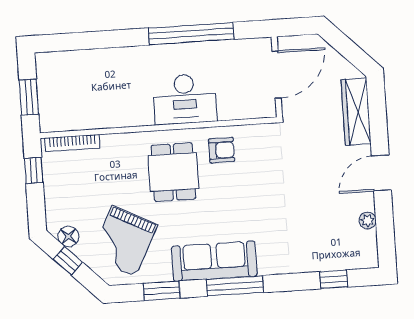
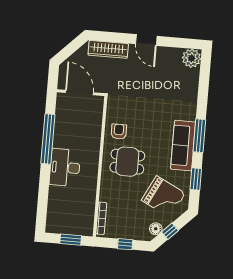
desk: (185, 99) -> (65, 167), moved, turned 180
window: (34, 171) -> (125, 244), moved
plant: (368, 220) -> (191, 58), moved, width x1.88, depth x1.88
window: (334, 279) -> (204, 77), removed

